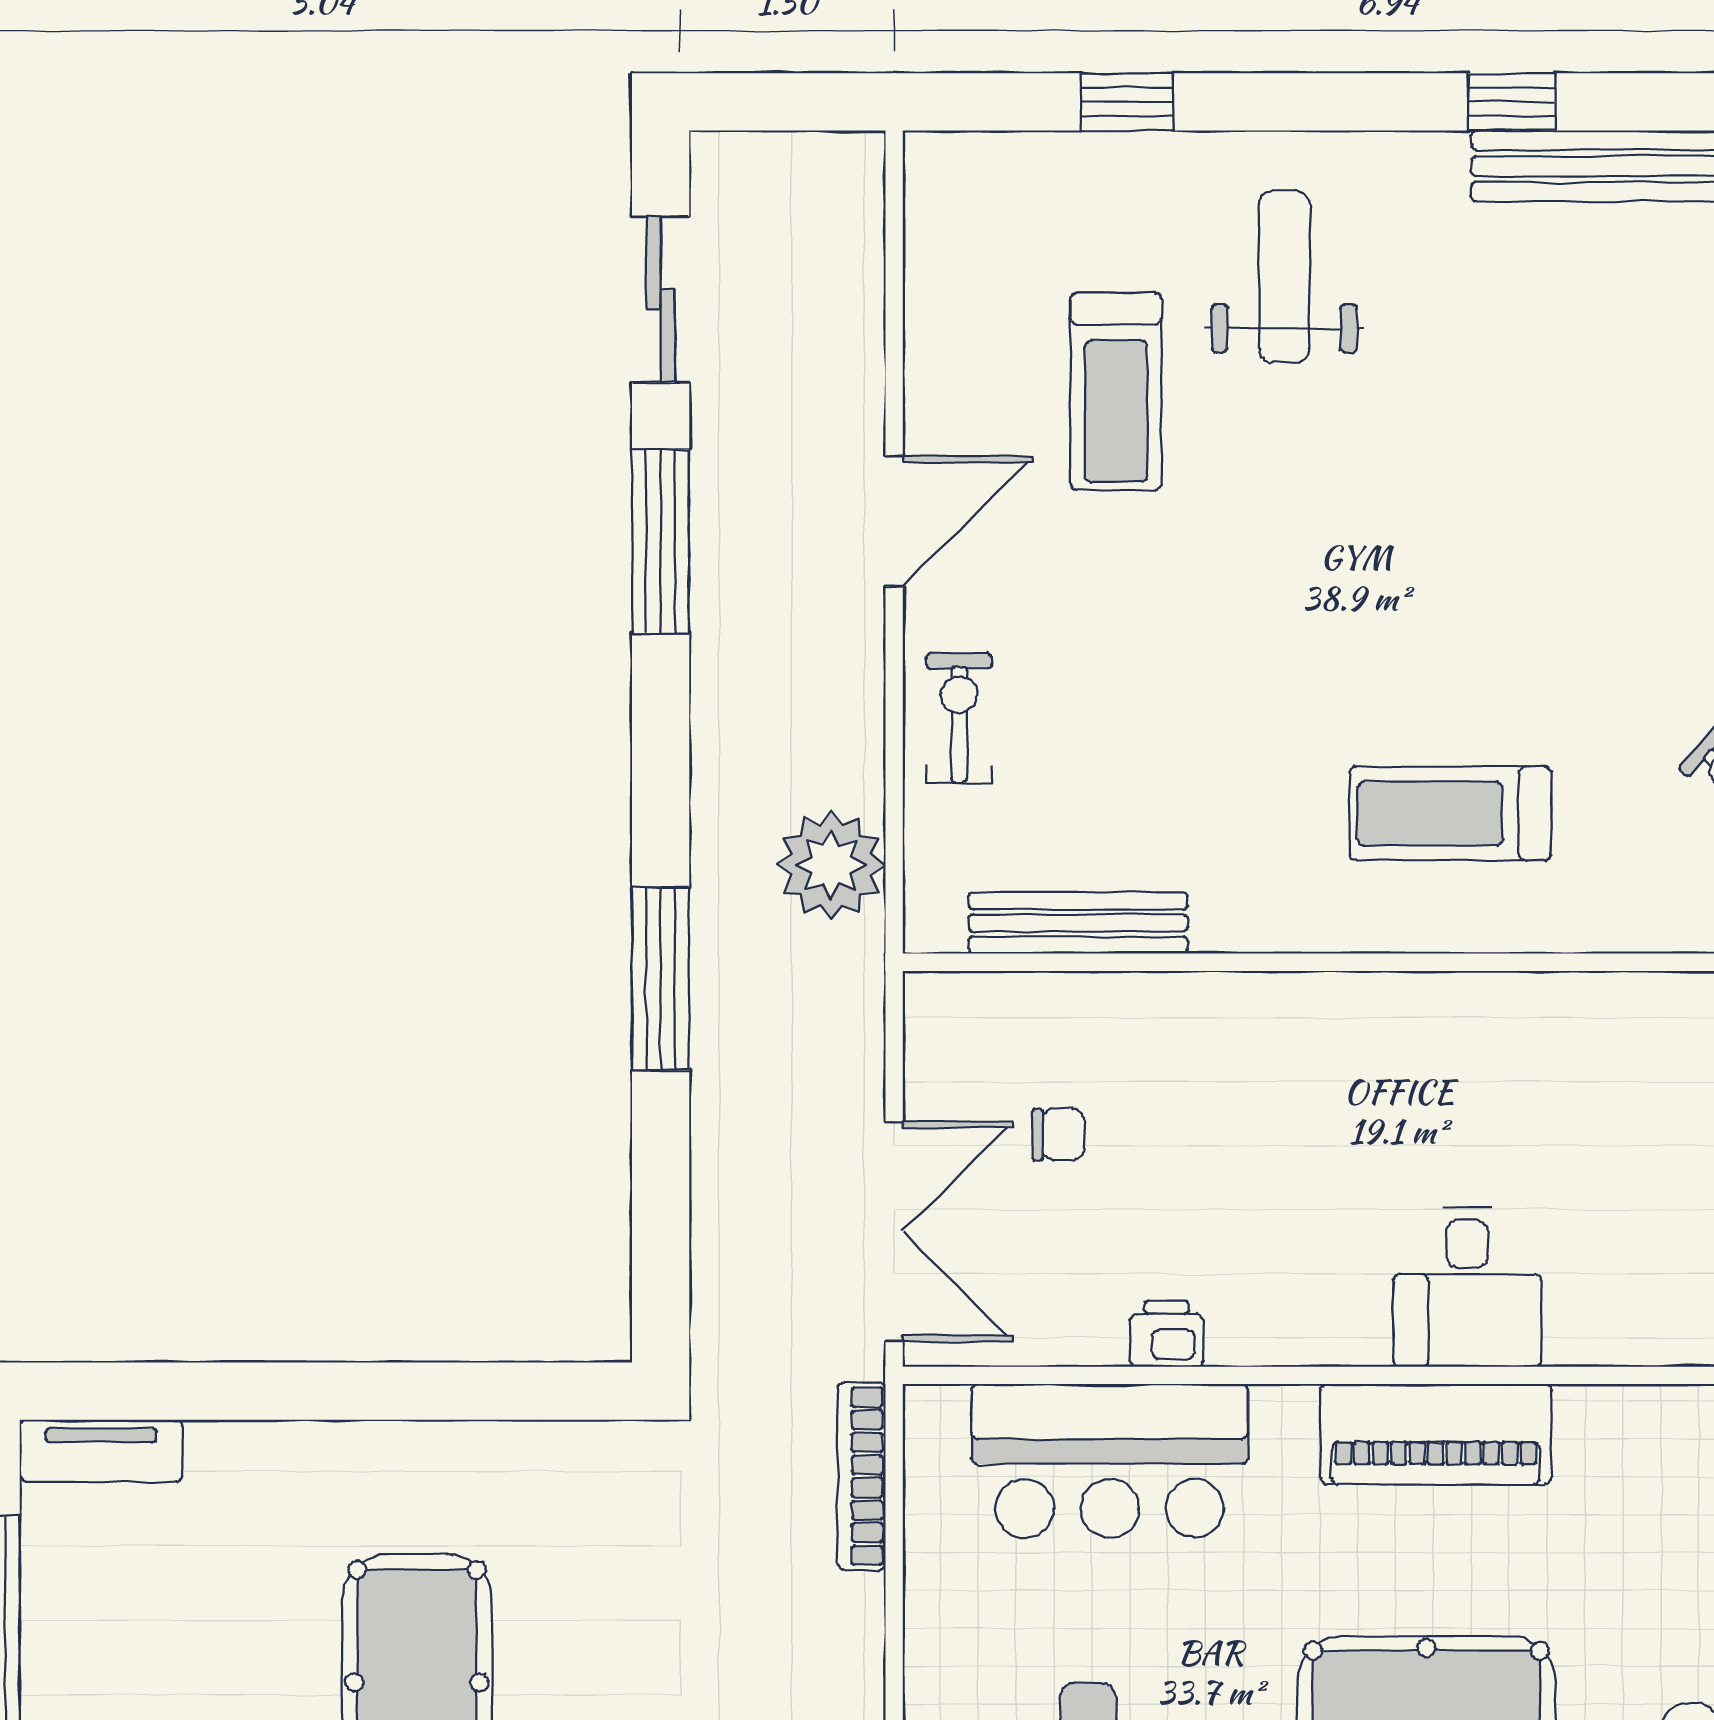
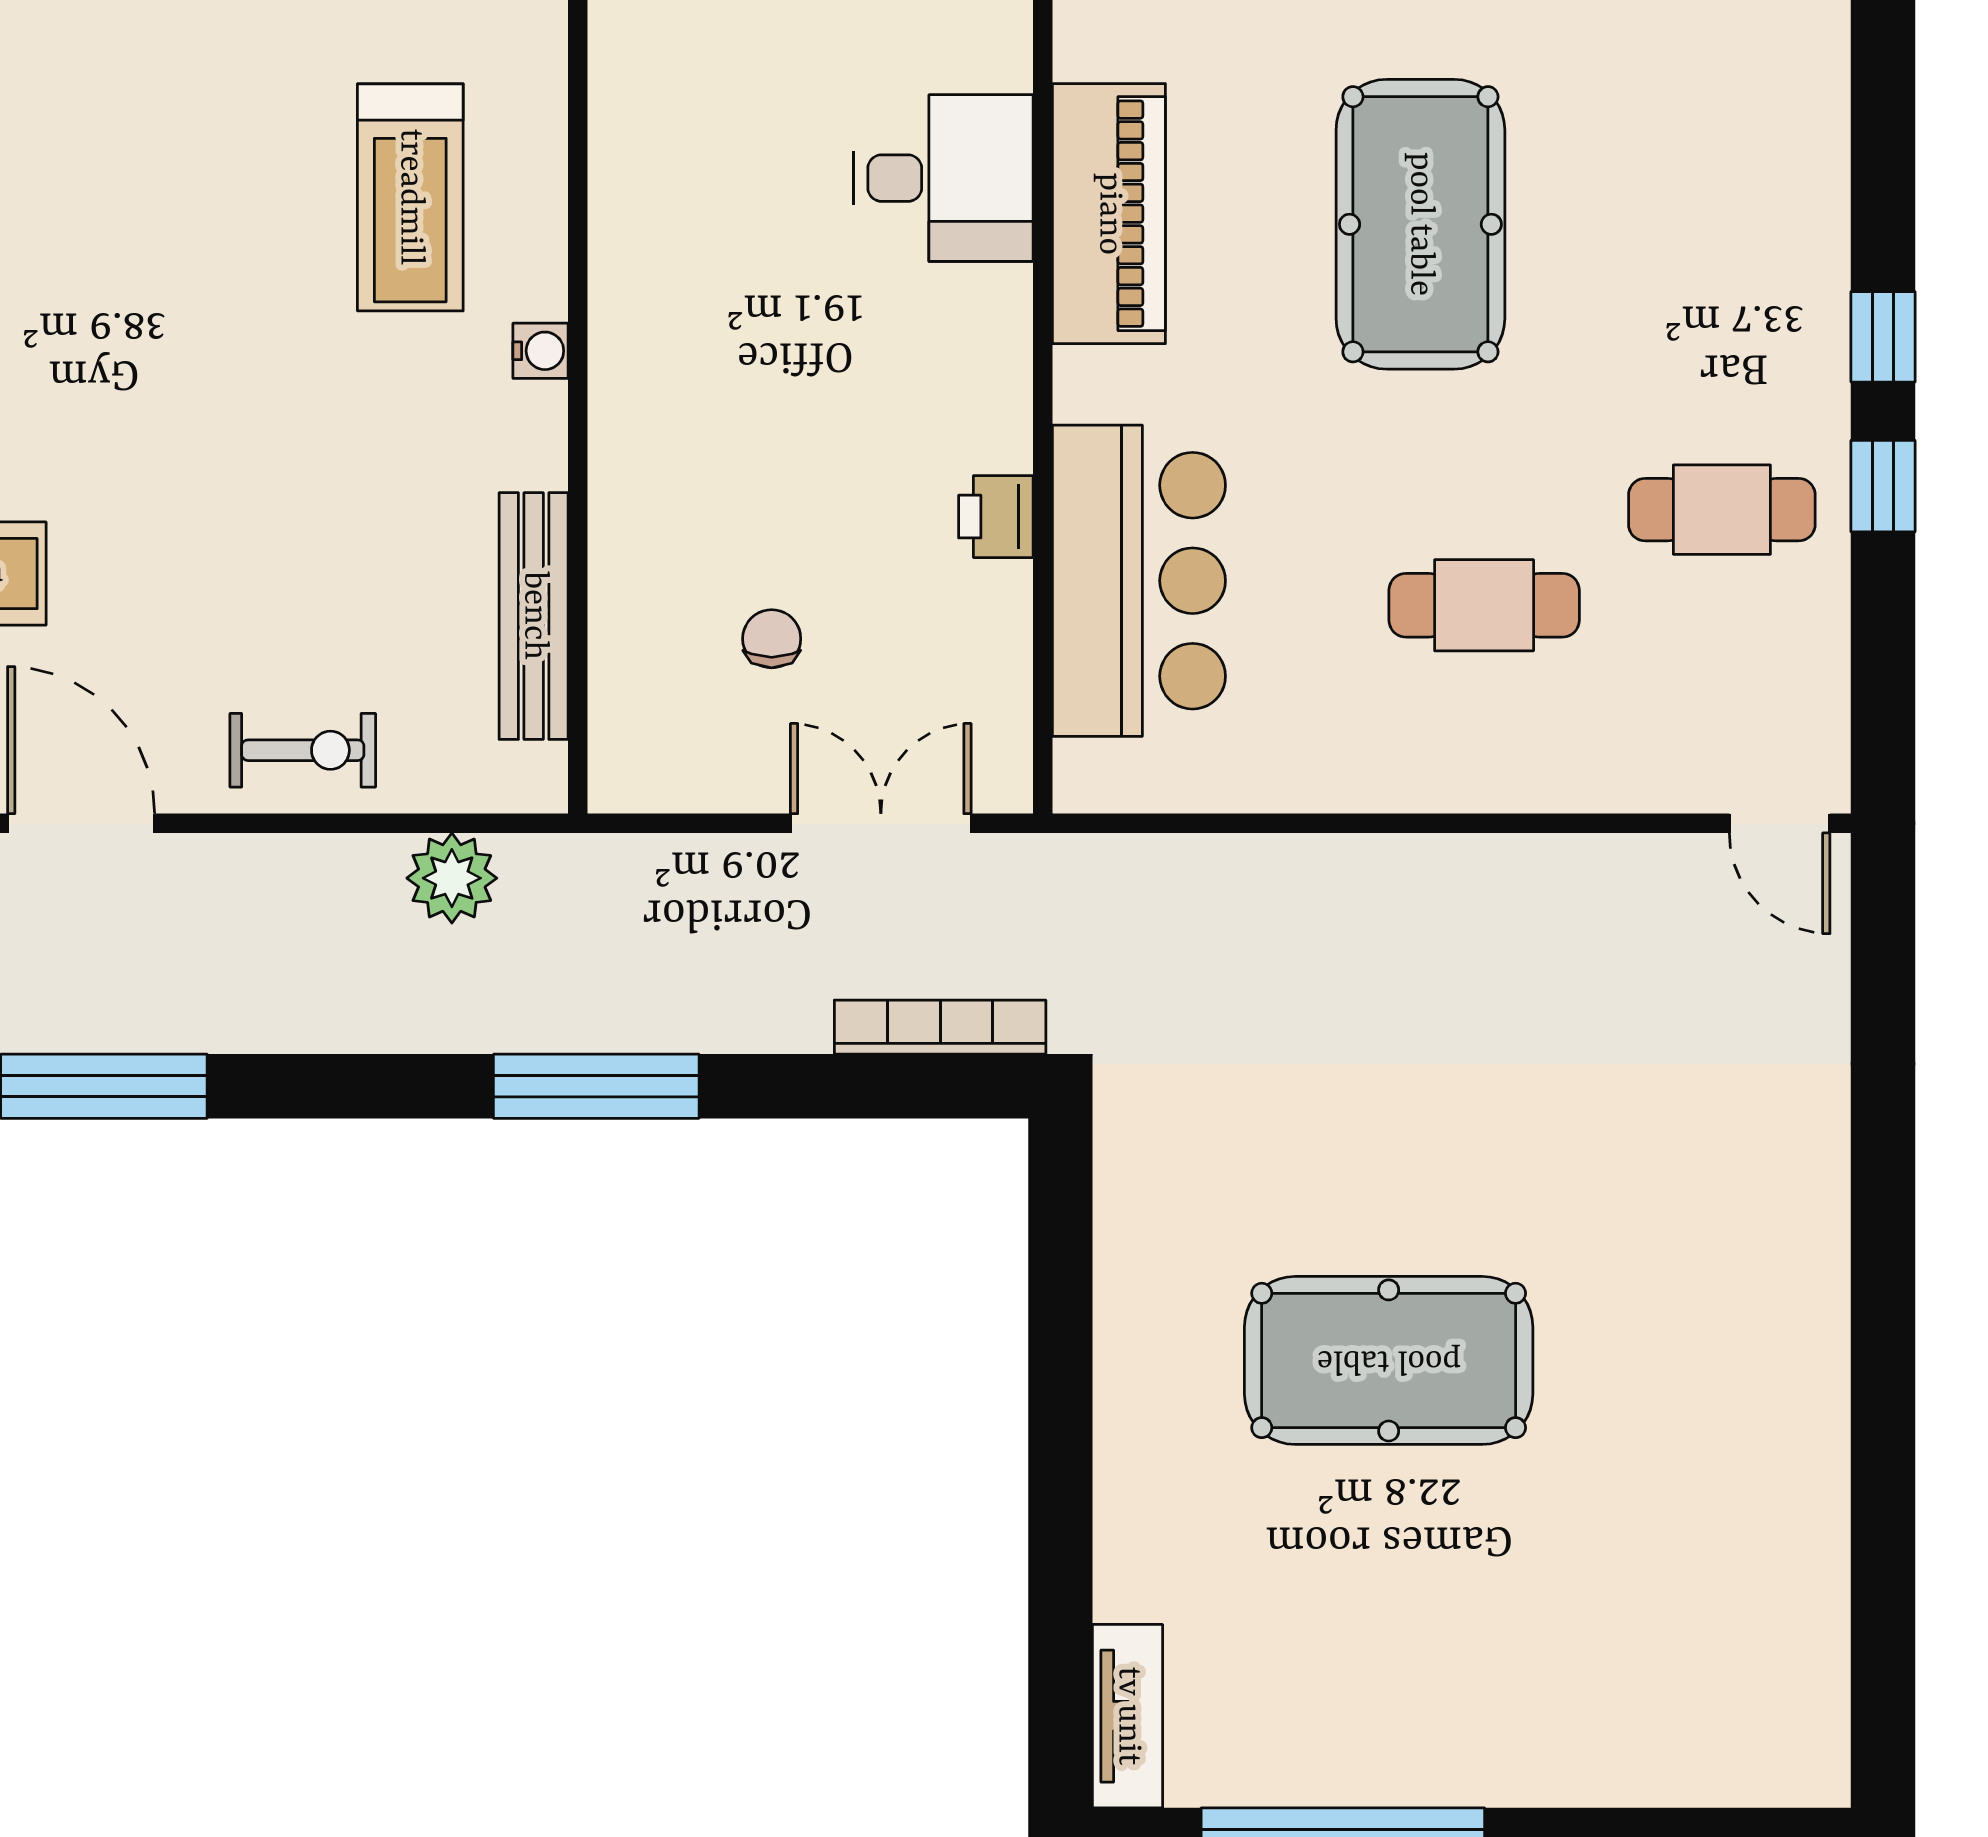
exercise bike: (959, 718) -> (303, 750), turned 180
plant: (831, 865) -> (452, 878), width x0.73, depth x0.73
water cooler: (1314, 929) -> (541, 351), added
double door: (894, 1231) -> (881, 823), width x0.73
bookcase: (862, 1476) -> (940, 1027), moved, turned 180

